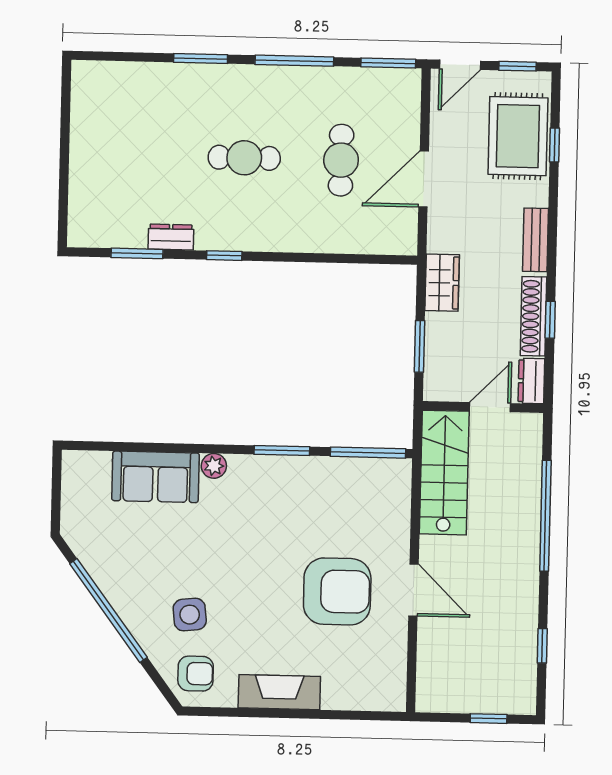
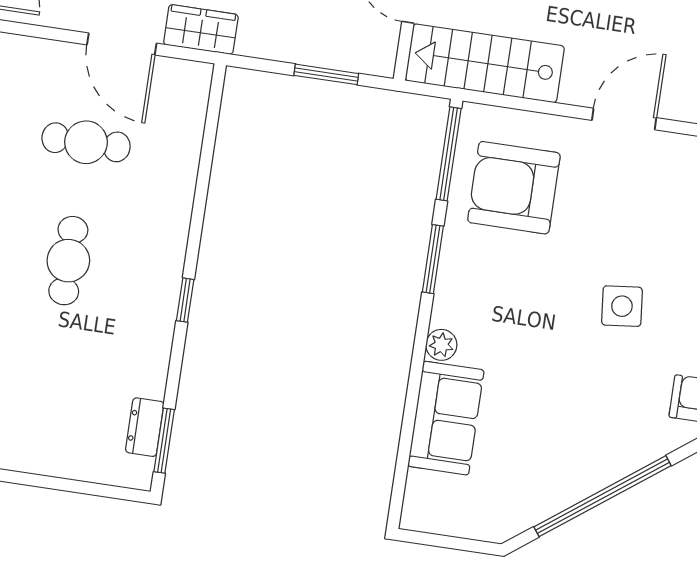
dresser: (171, 237) -> (145, 427), moved
window: (137, 253) -> (164, 441), moved
wardrobe: (442, 283) -> (201, 30), moved
armchair: (337, 591) -> (514, 188), moved, turned -90
side table: (190, 615) -> (622, 306), moved

